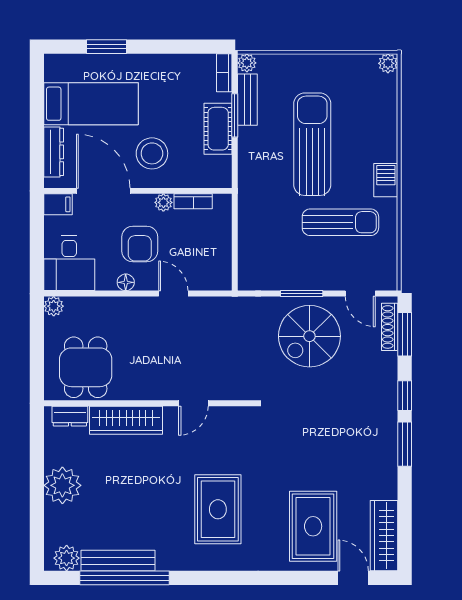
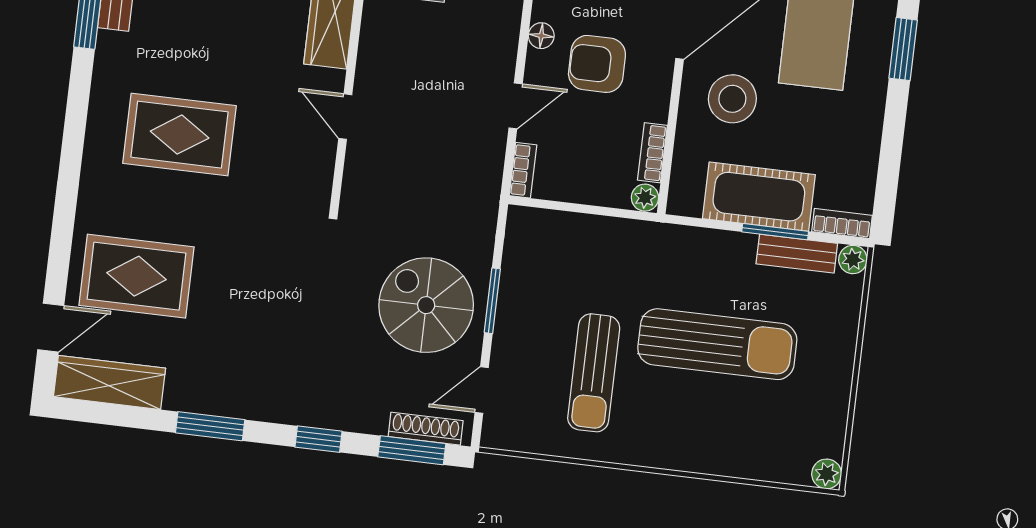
cot: (218, 129) -> (759, 197), width x1.37, depth x1.34
barbecue: (386, 180) -> (649, 449), removed
plant: (163, 202) -> (645, 198), moved
bookcase: (214, 284) -> (523, 170), added
window: (405, 444) -> (210, 426), moved

